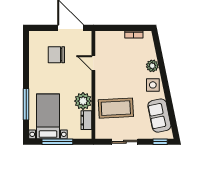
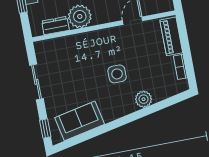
piano: (110, 37) -> (171, 36), added
side table: (153, 85) -> (117, 74), moved
coffee table: (116, 108) -> (79, 62), removed

